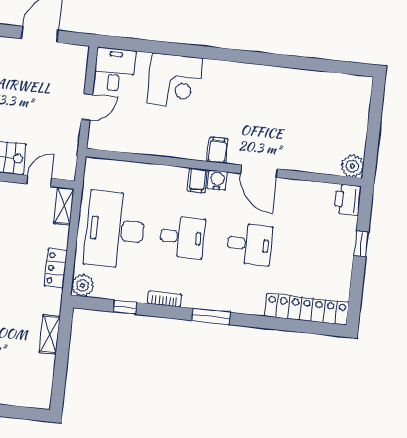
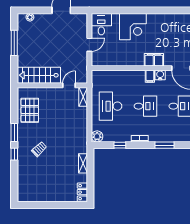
filing cabinet: (218, 150) -> (154, 60), width x2.00
desk: (115, 230) -> (111, 106), width x0.73, depth x0.77
locker: (56, 268) -> (82, 192), moved

